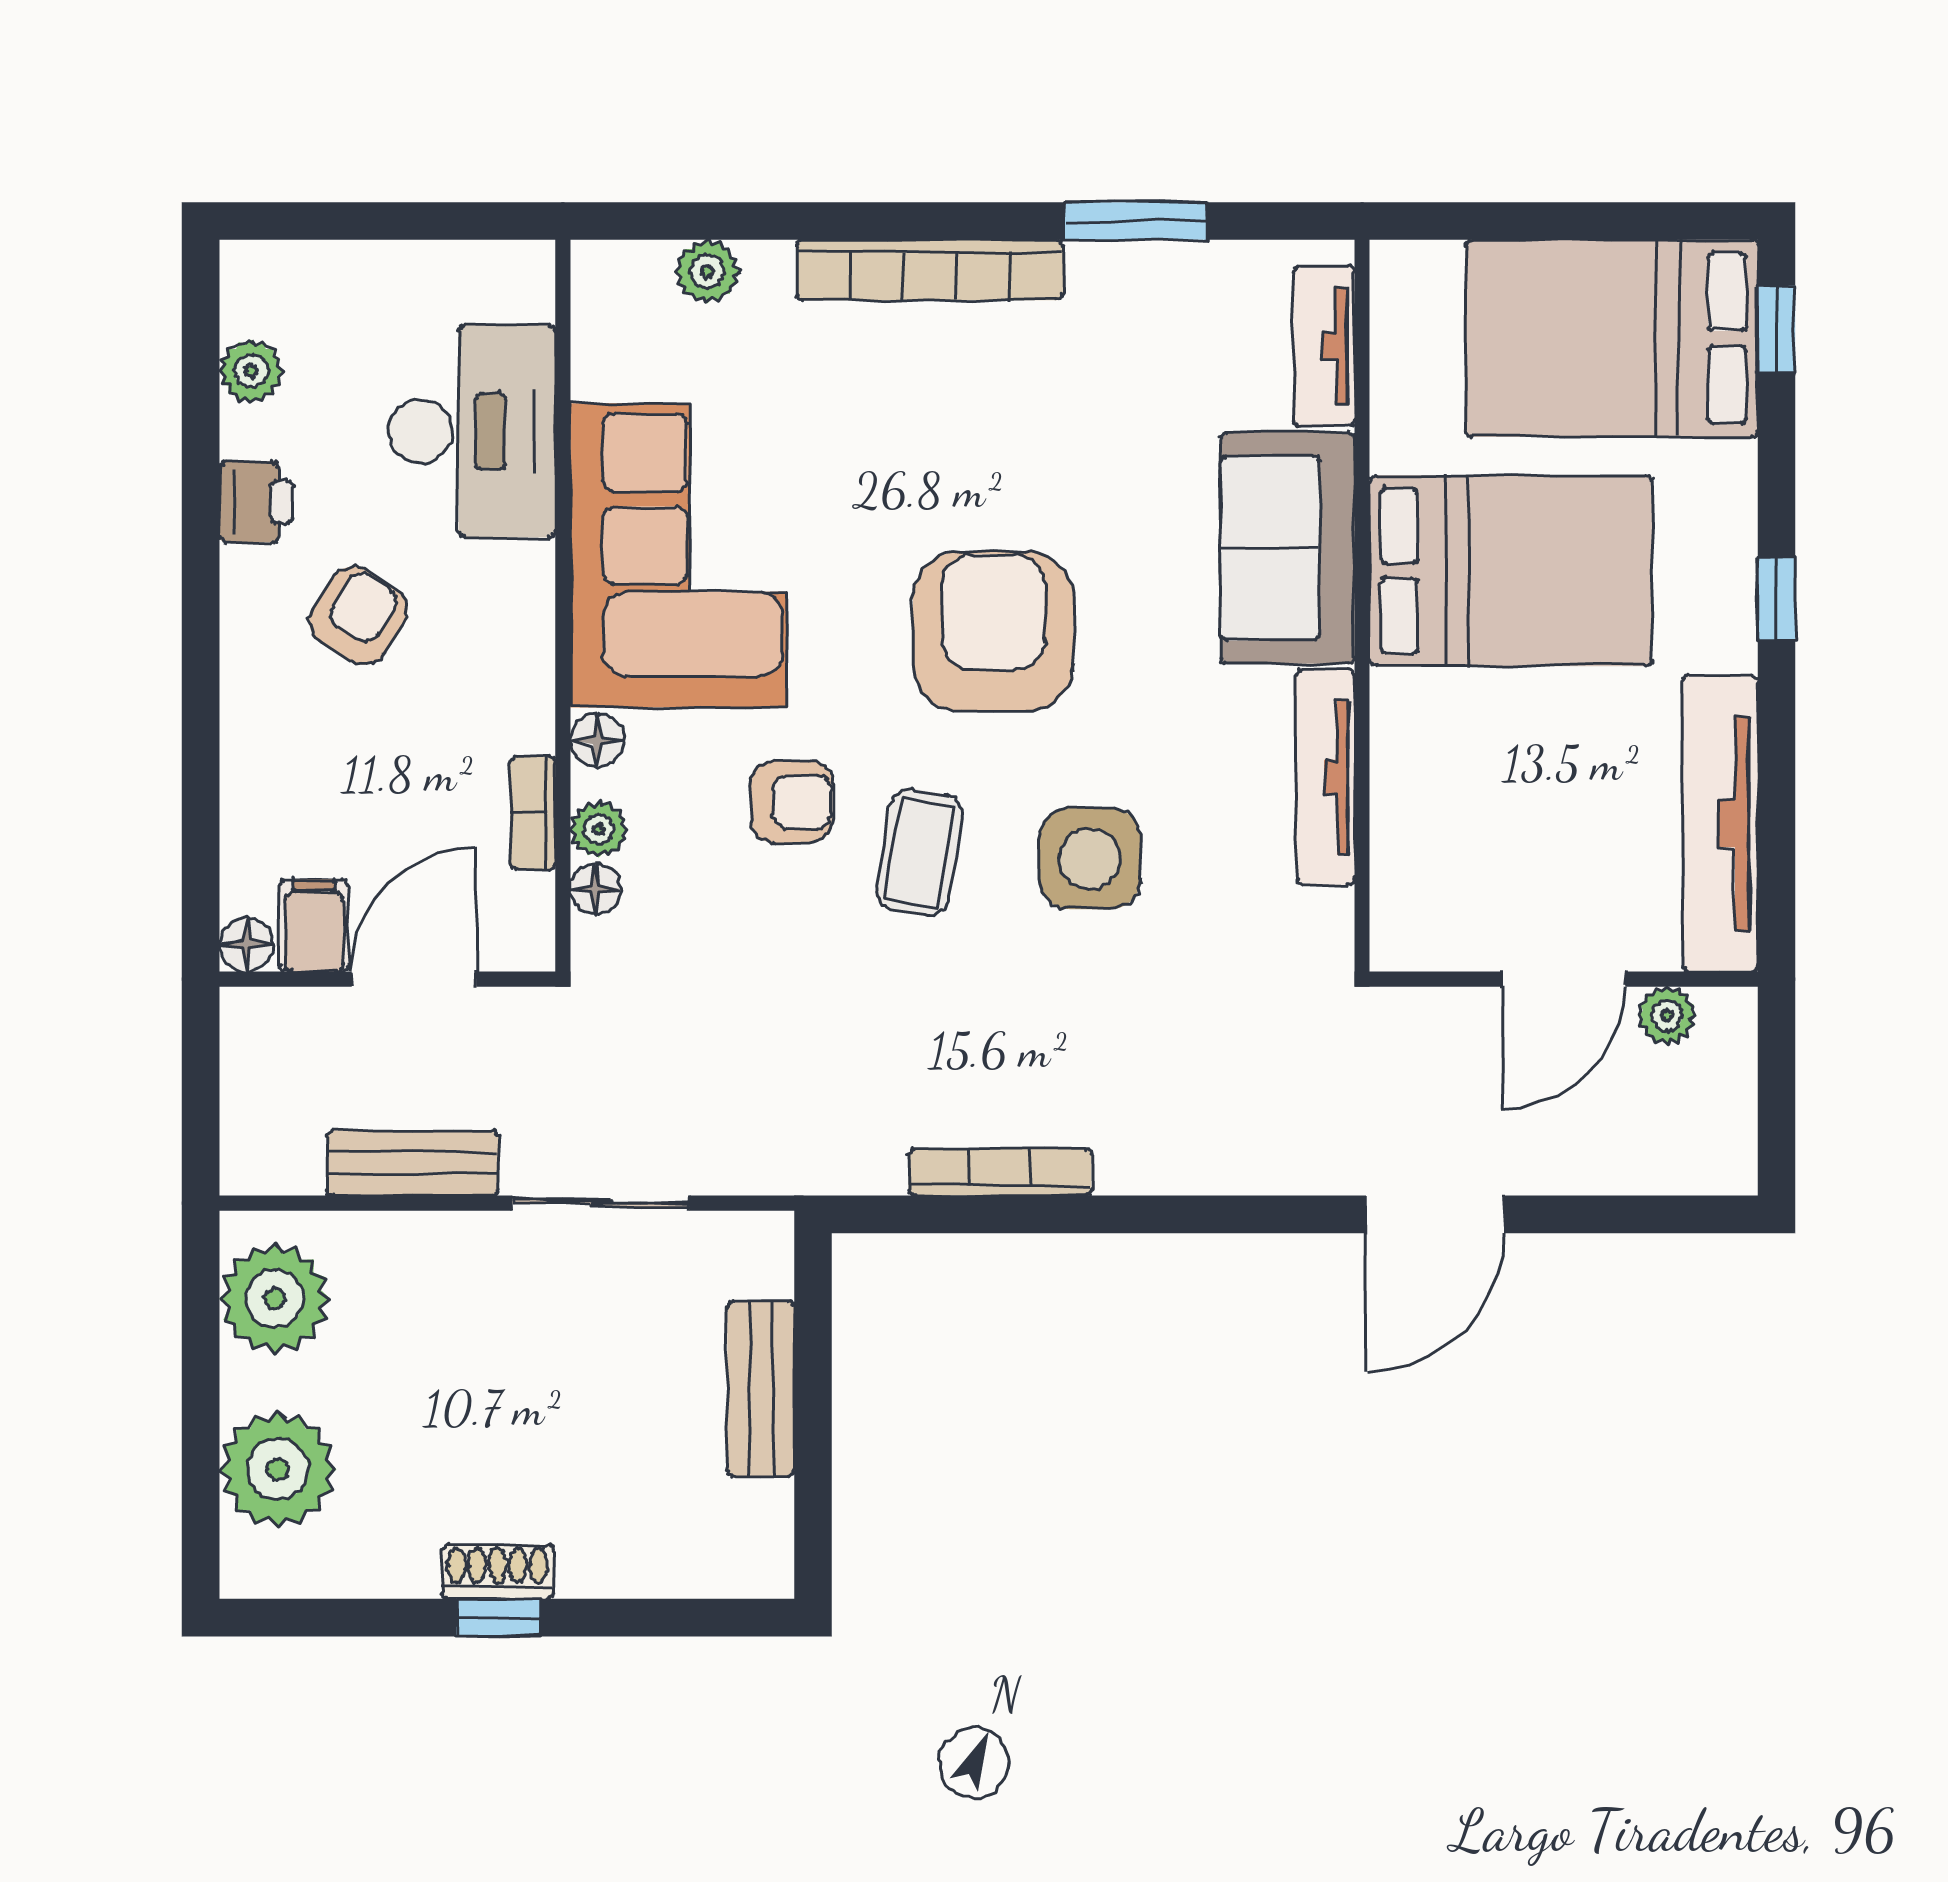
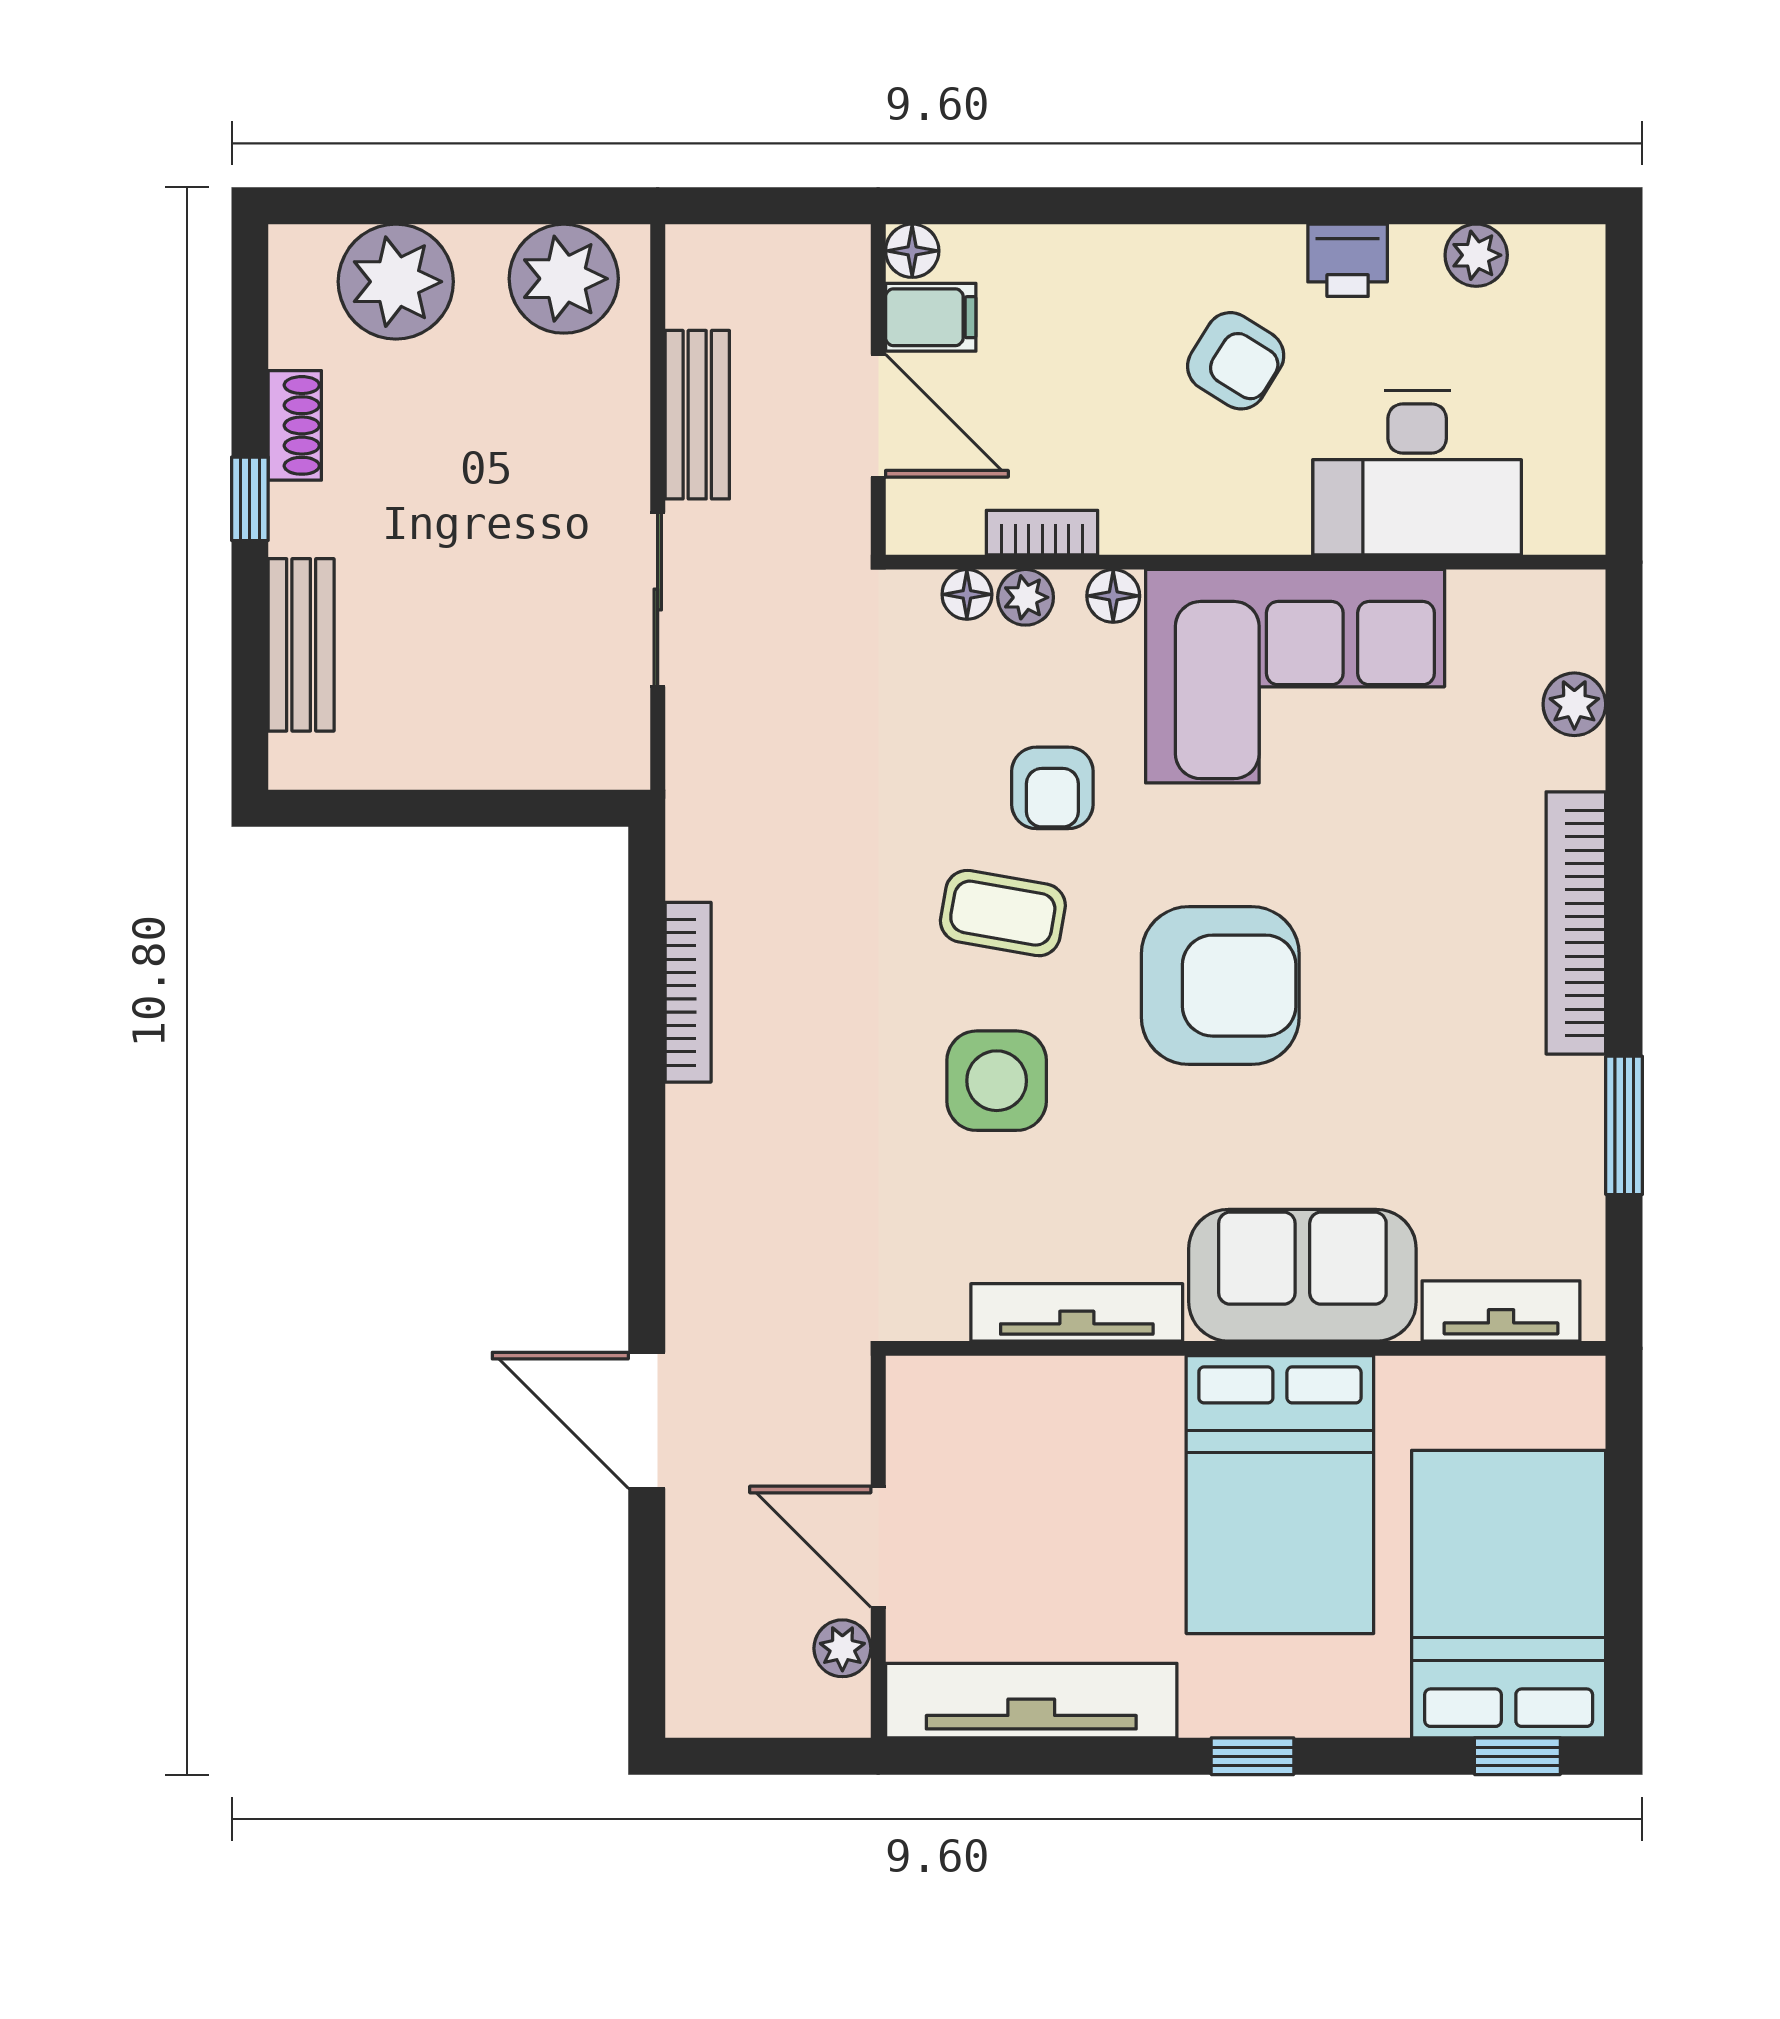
bench: (761, 1388) -> (301, 645), moved, turned 90
shoe rack: (498, 1572) -> (295, 425), moved

